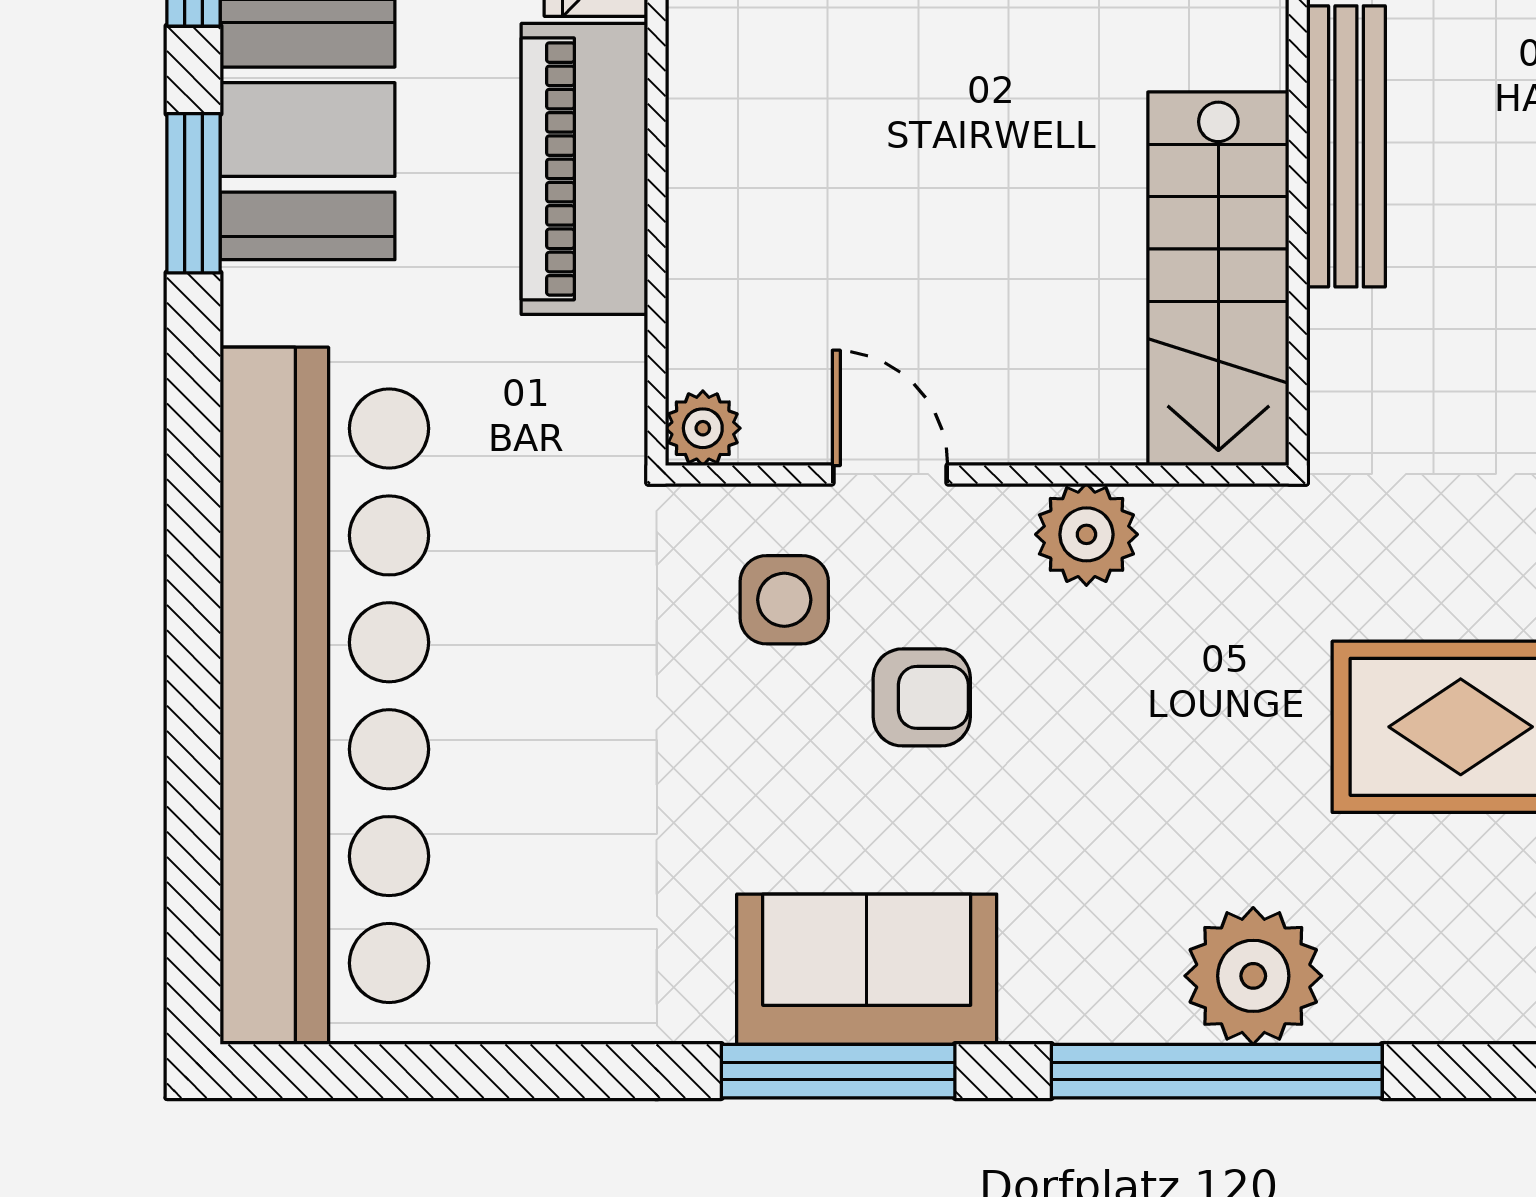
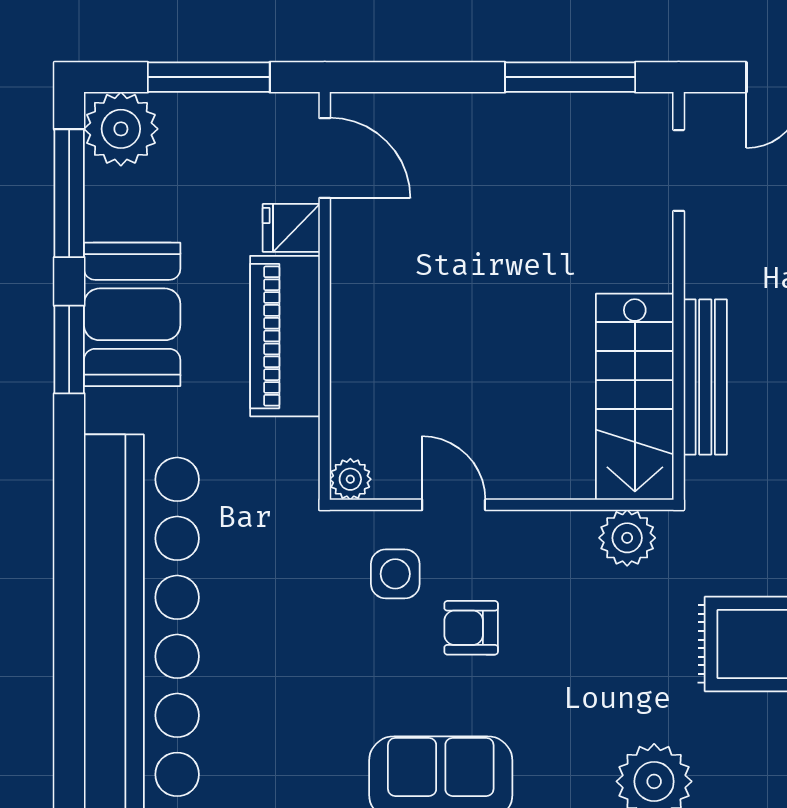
bench: (1346, 146) -> (705, 377), moved
plant: (1086, 534) -> (627, 538), moved
armchair: (922, 697) -> (471, 628), turned 180

